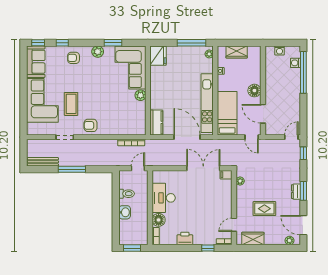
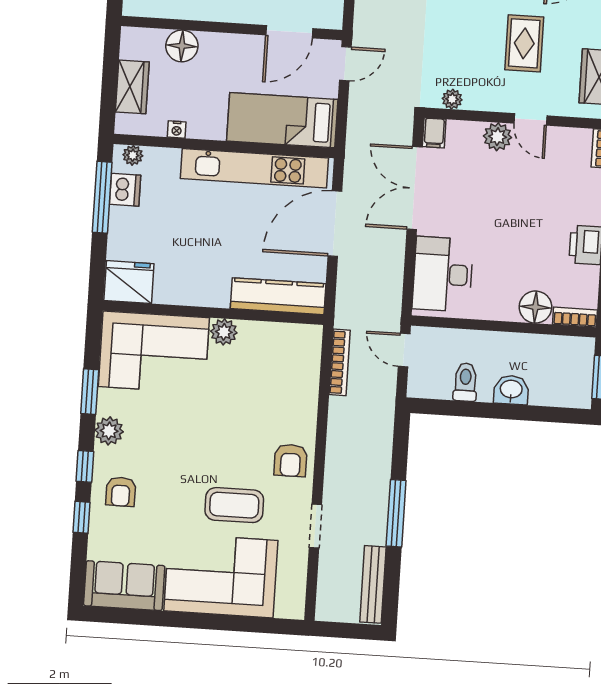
window: (38, 43) -> (85, 466), moved
dishwasher: (195, 52) -> (125, 190), added
floor lamp: (254, 91) -> (182, 46), moved
kitchen counter: (156, 122) -> (278, 296), width x1.50
desk: (164, 198) -> (443, 274), moved, turned 90
plant: (226, 200) -> (497, 137), added
door: (234, 225) -> (530, 119), moved

